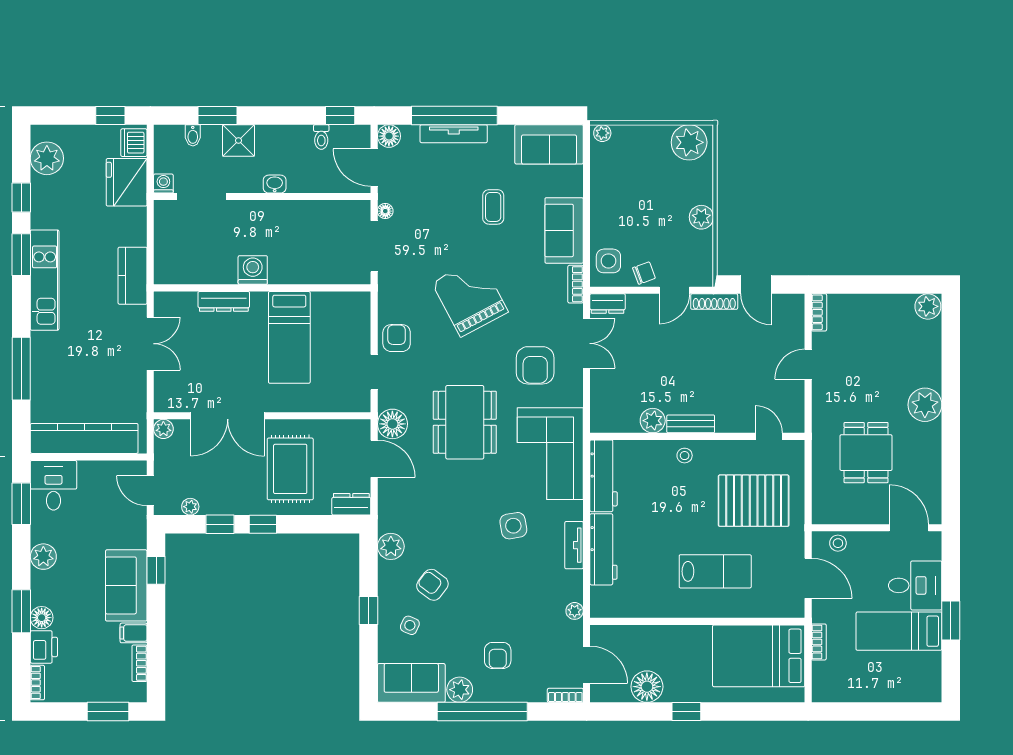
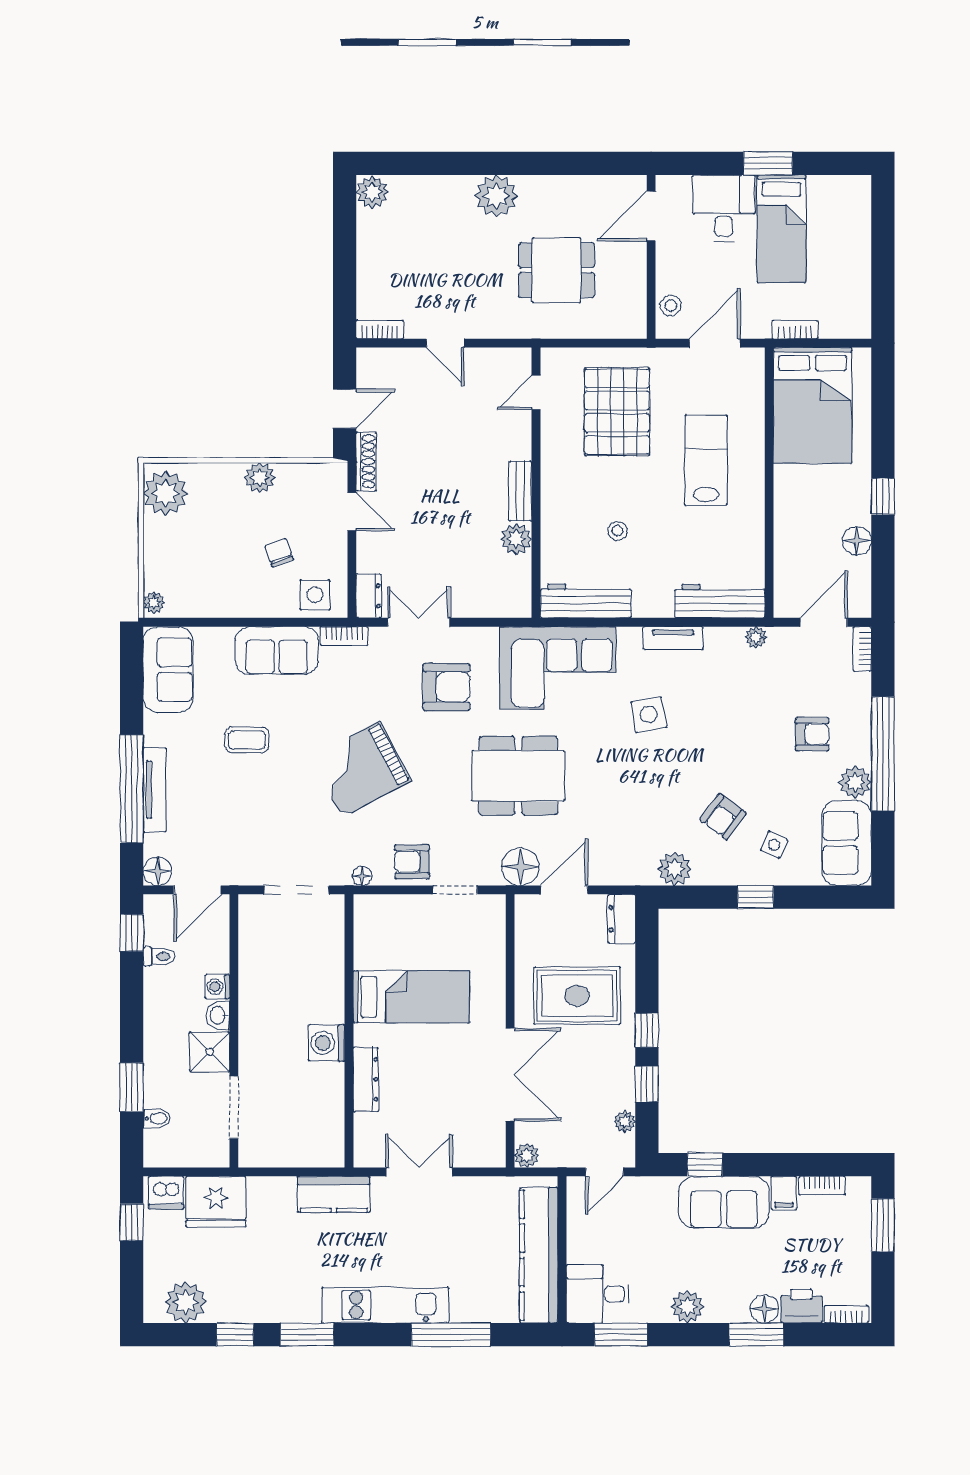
shower: (238, 140) -> (210, 1052), moved
washing machine: (163, 183) -> (217, 987), moved
floor lamp: (385, 211) -> (362, 876), moved
chair: (644, 273) -> (279, 553), moved
kitchen unit: (45, 280) -> (385, 1305), moved
stool: (685, 456) -> (618, 531), moved
workbench: (603, 549) -> (720, 601), moved
floor lamp: (647, 687) -> (857, 541), width x0.73, depth x0.73

